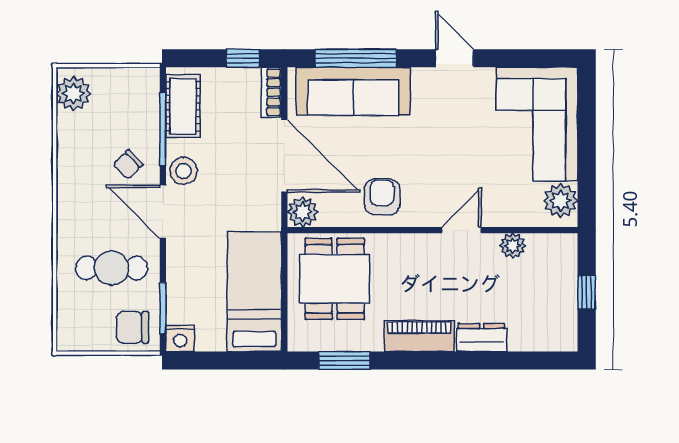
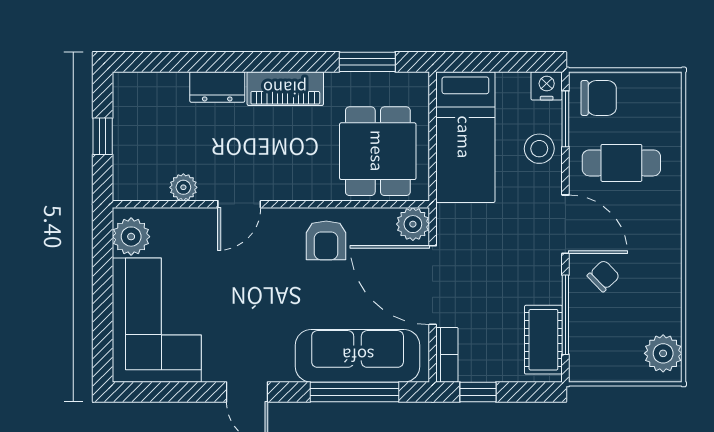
stool: (184, 171) -> (539, 149), moved

